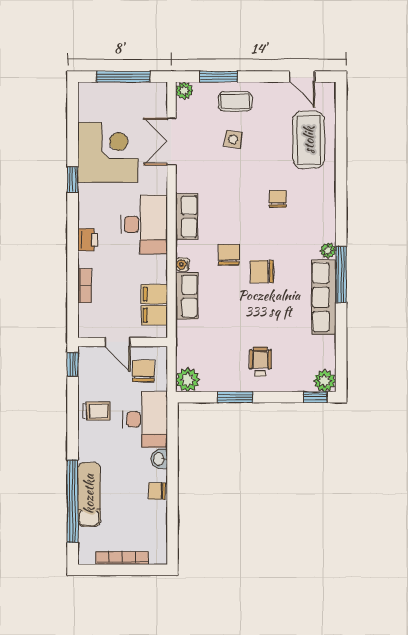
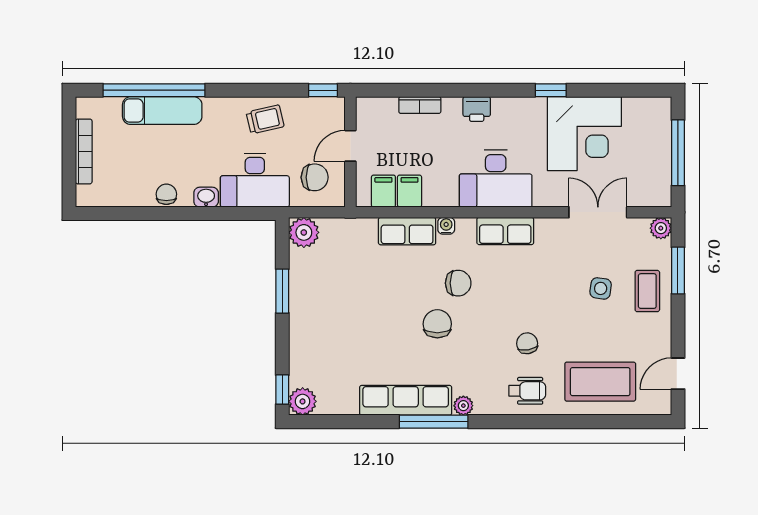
chair: (278, 199) -> (527, 343), turned -100
wheelchair: (260, 362) -> (527, 391), moved
trolley: (96, 411) -> (265, 119), turned -103

